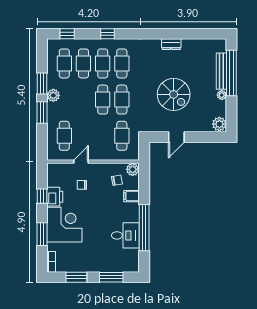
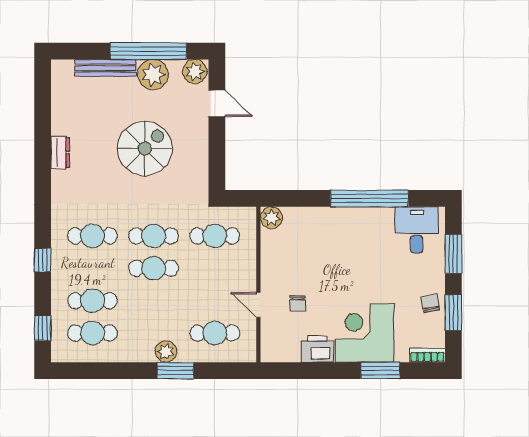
cafe table: (103, 63) -> (93, 268), removed
window: (231, 73) -> (148, 51), moved
window: (42, 84) -> (126, 371), removed
plant: (53, 95) -> (166, 352), moved
plant: (222, 95) -> (153, 75), width x1.87, depth x1.87
door: (176, 137) -> (217, 103), moved
chair: (117, 180) -> (430, 303), moved
window: (42, 196) -> (316, 371), removed
filing cabinet: (132, 196) -> (316, 220), removed
desk: (125, 235) -> (417, 230), moved

